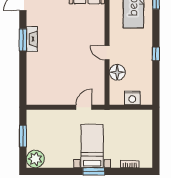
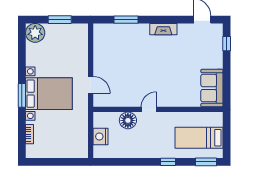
window: (23, 40) -> (126, 20), moved
window: (156, 54) -> (168, 162), moved
bed with nightstands: (92, 146) -> (49, 94), width x1.36

